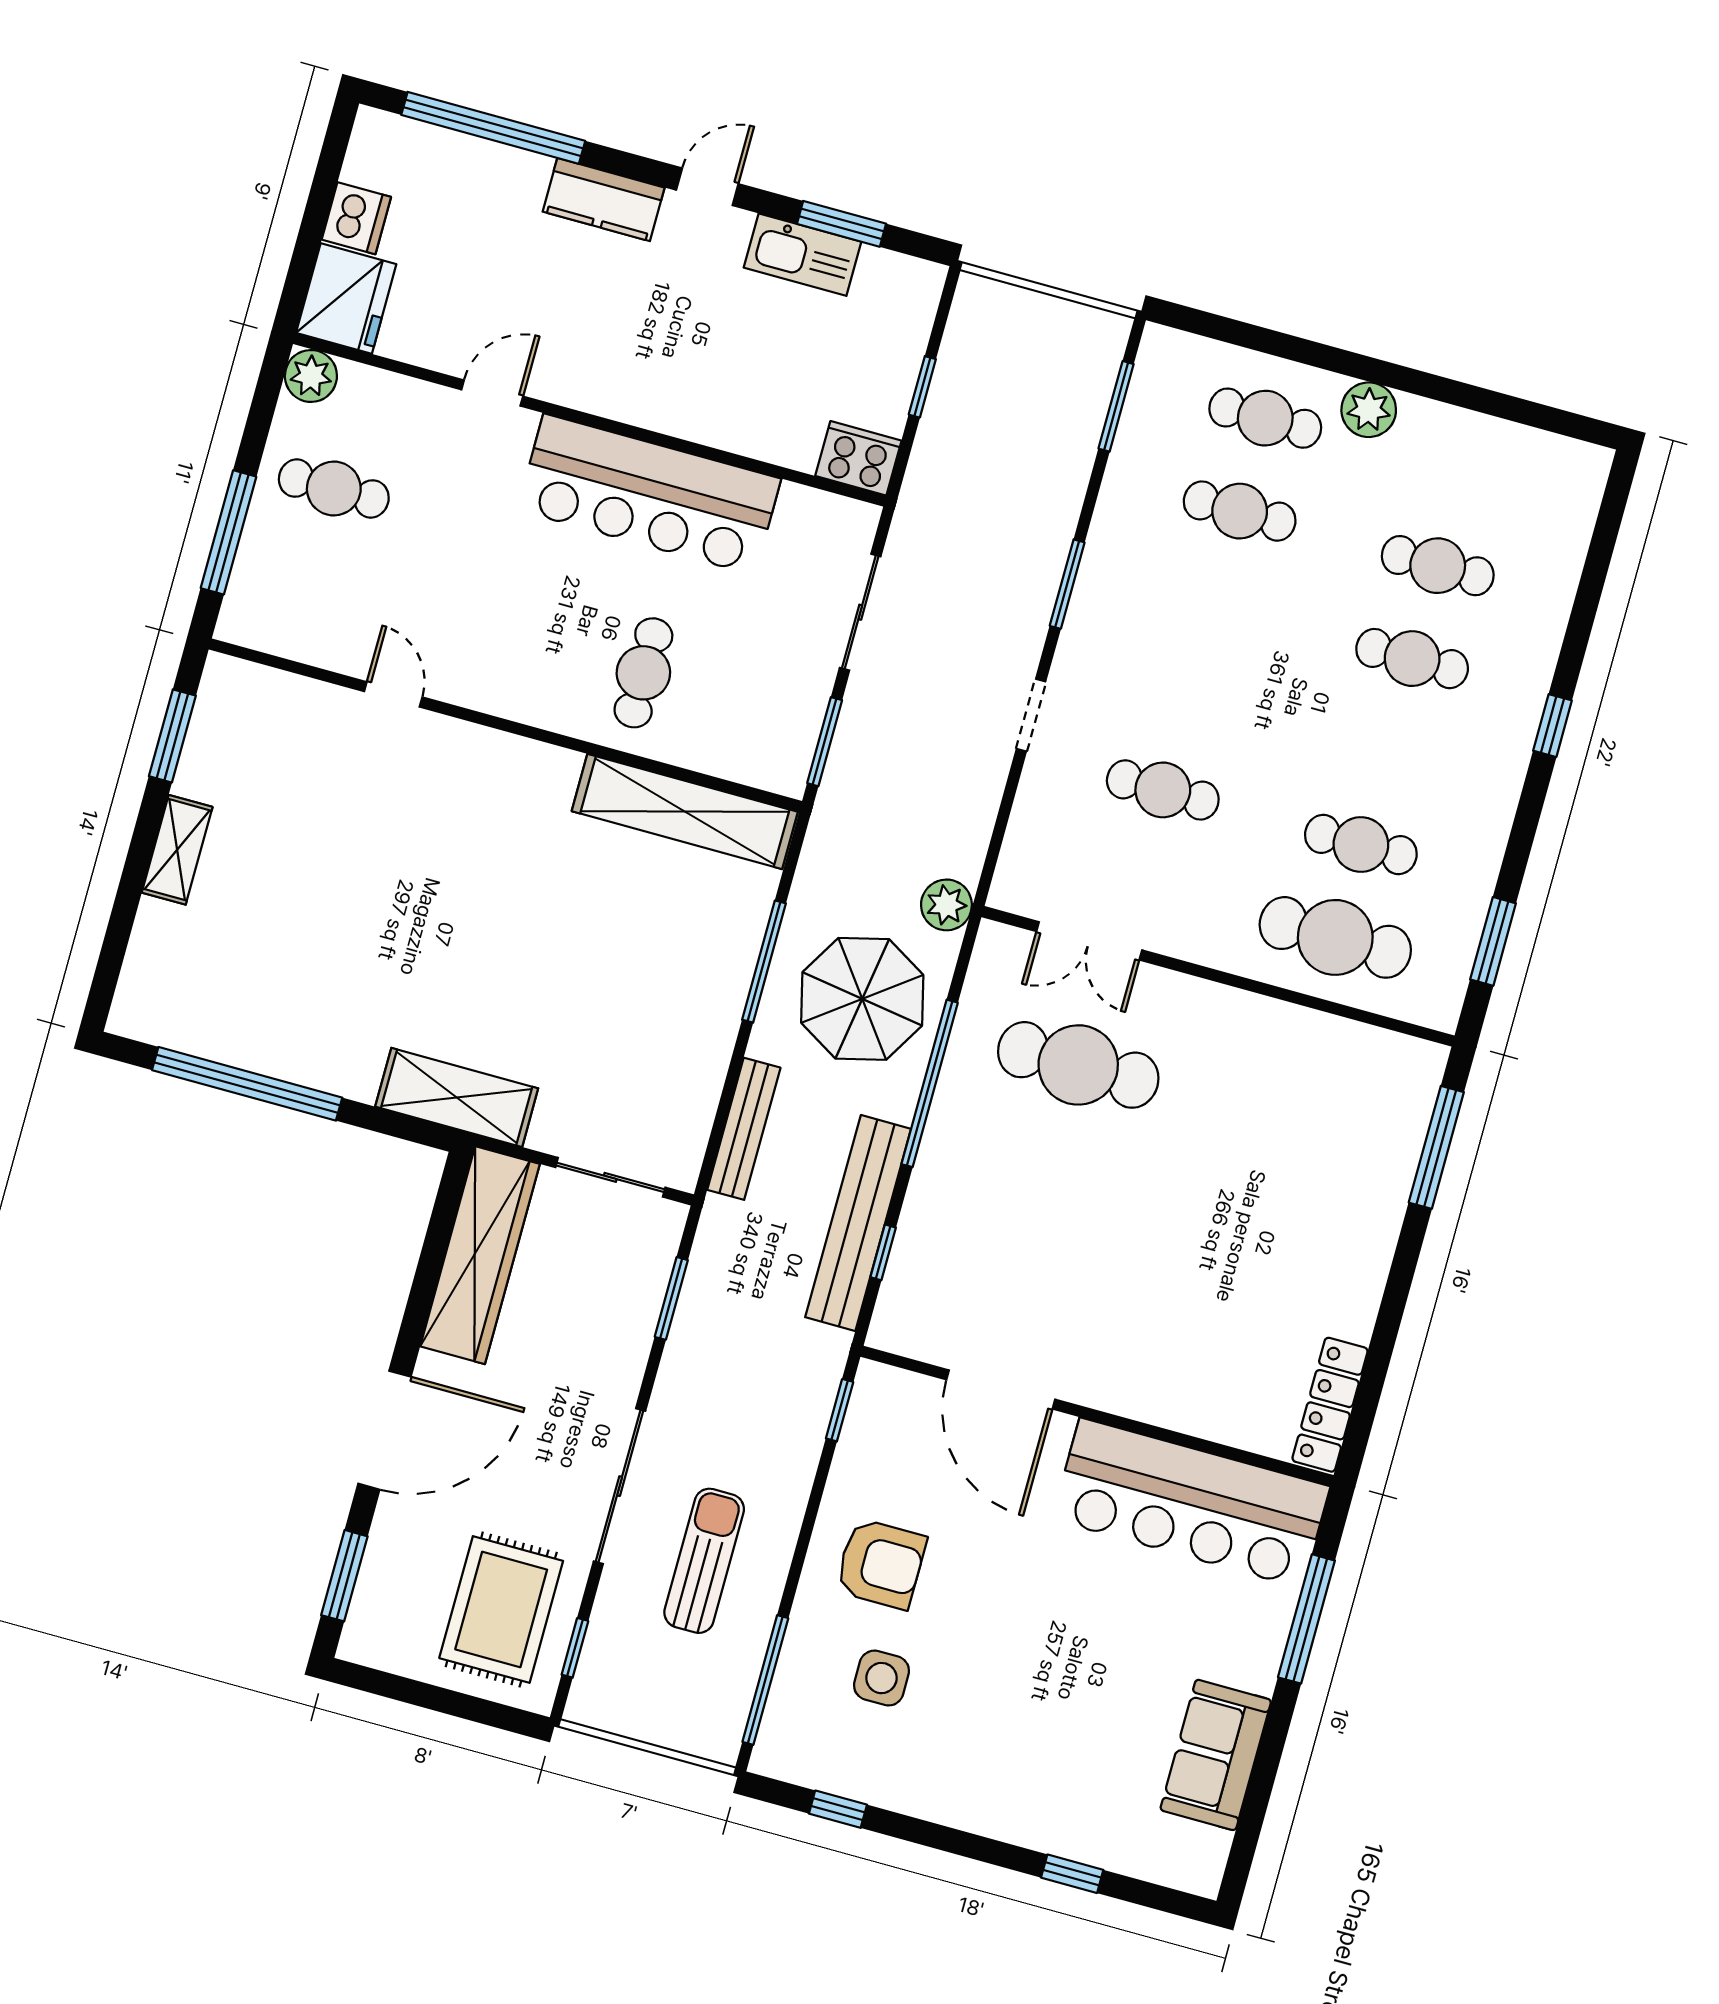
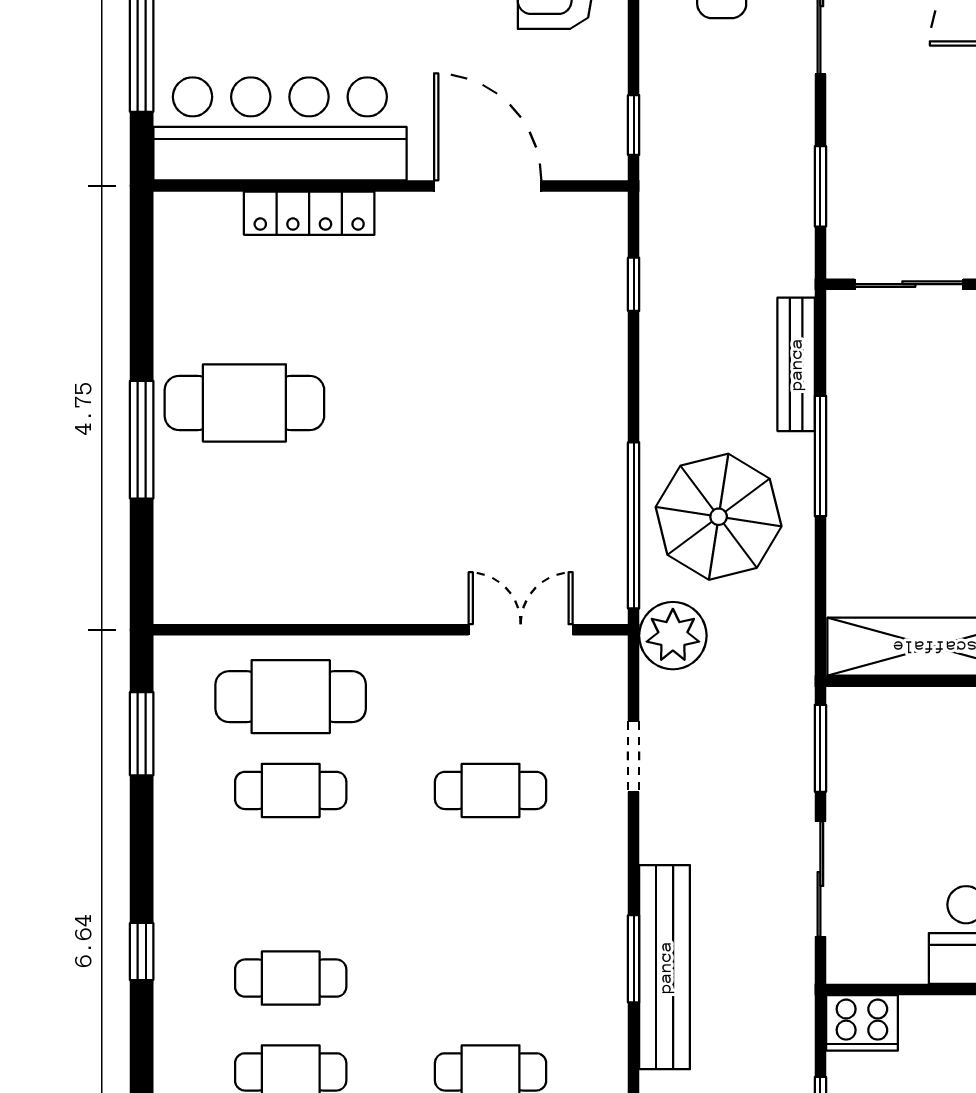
doorway: (1031, 715) -> (634, 757), moved
plant: (946, 905) -> (673, 636), width x1.36, depth x1.36
window: (764, 962) -> (820, 456), moved
cafe table: (1078, 1065) -> (244, 403), moved
window: (930, 1083) -> (634, 525), moved
window: (1436, 1147) -> (142, 440), moved
bench: (858, 1223) -> (665, 967), moved
locker: (1330, 1405) -> (309, 213), moved, turned 90

